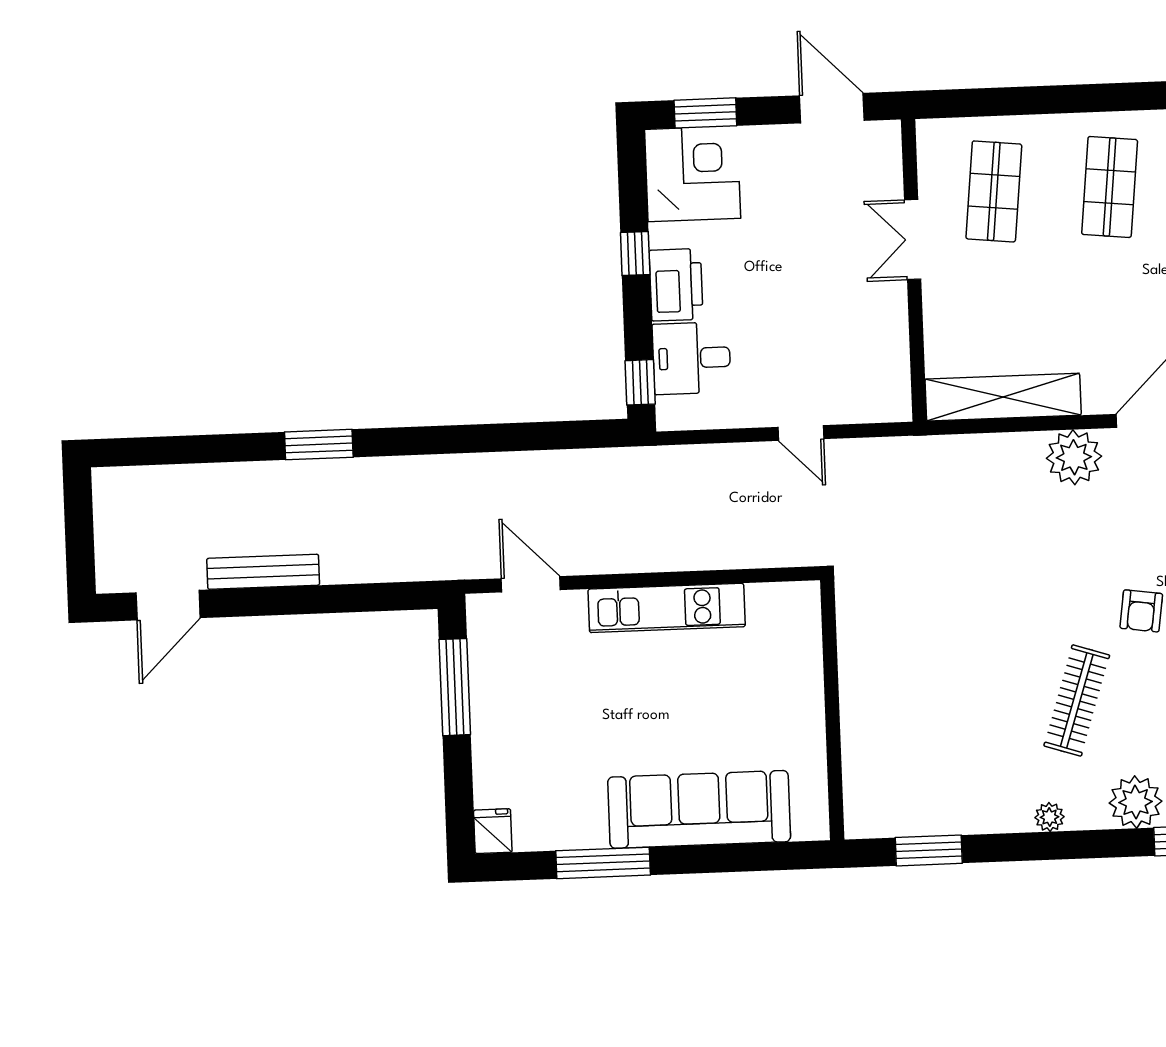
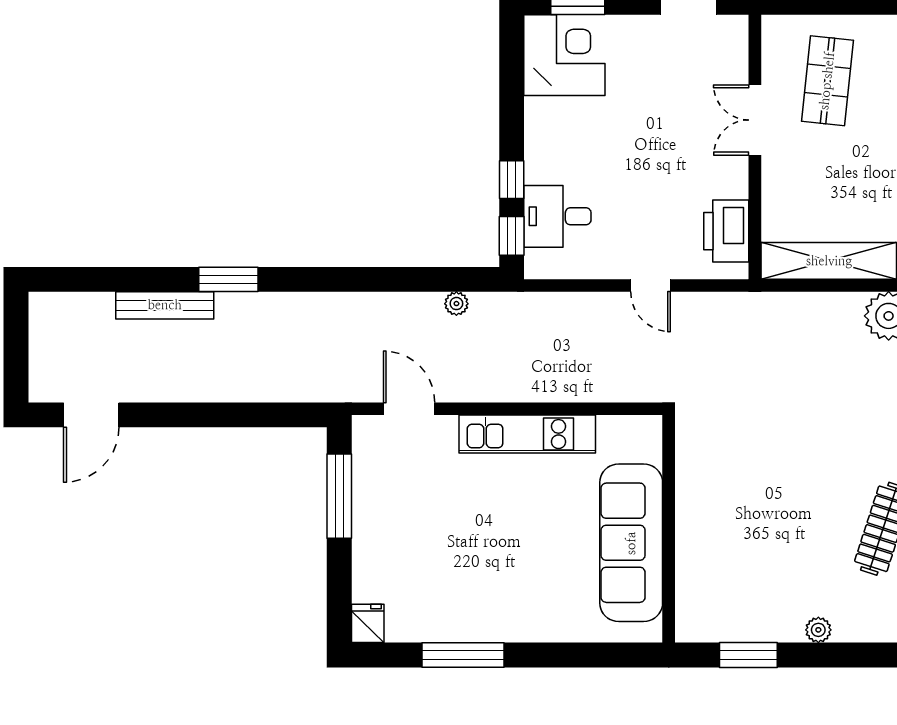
window: (635, 254) -> (512, 180), moved
printer: (676, 285) -> (726, 231), moved, turned 180
plant: (580, 462) -> (456, 304), added
bench: (263, 572) -> (165, 305), moved
sofa: (699, 809) -> (631, 543), moved, turned -90
plant: (1049, 817) -> (818, 630), moved

